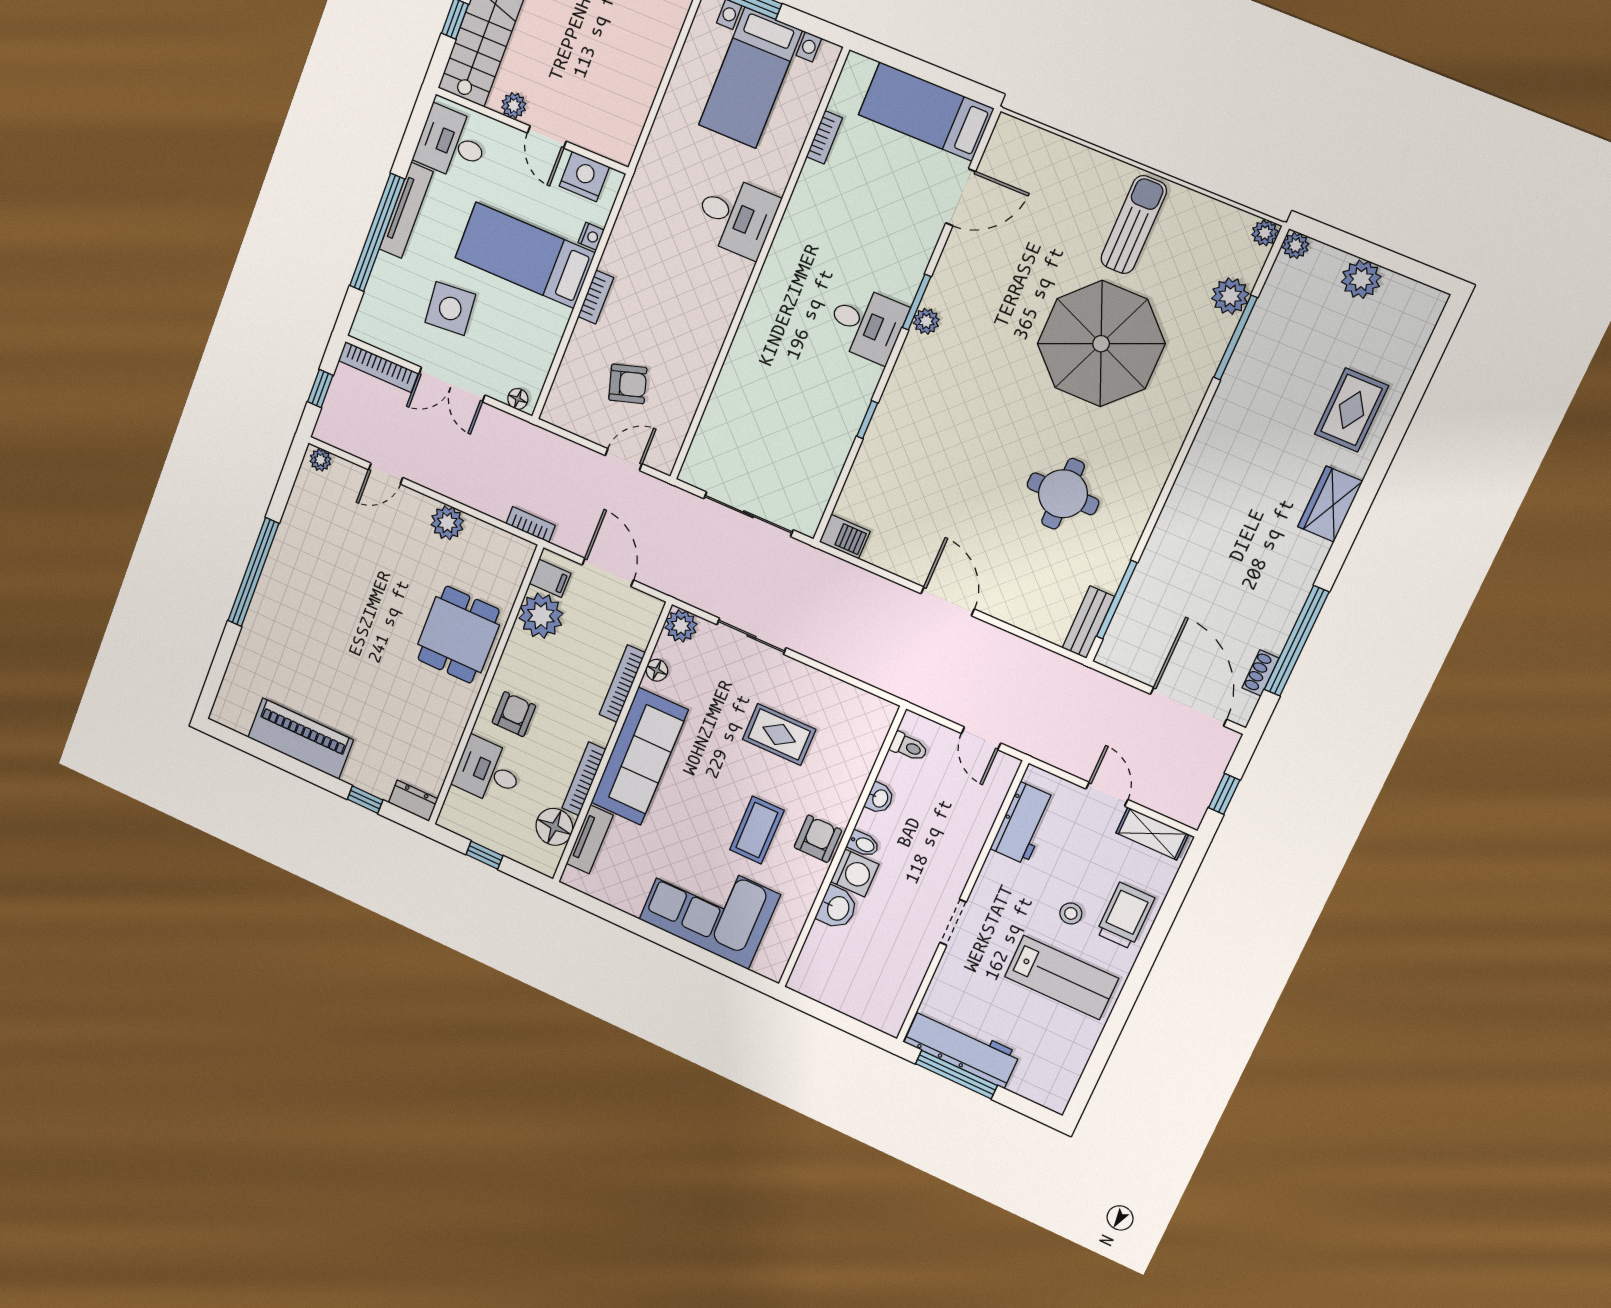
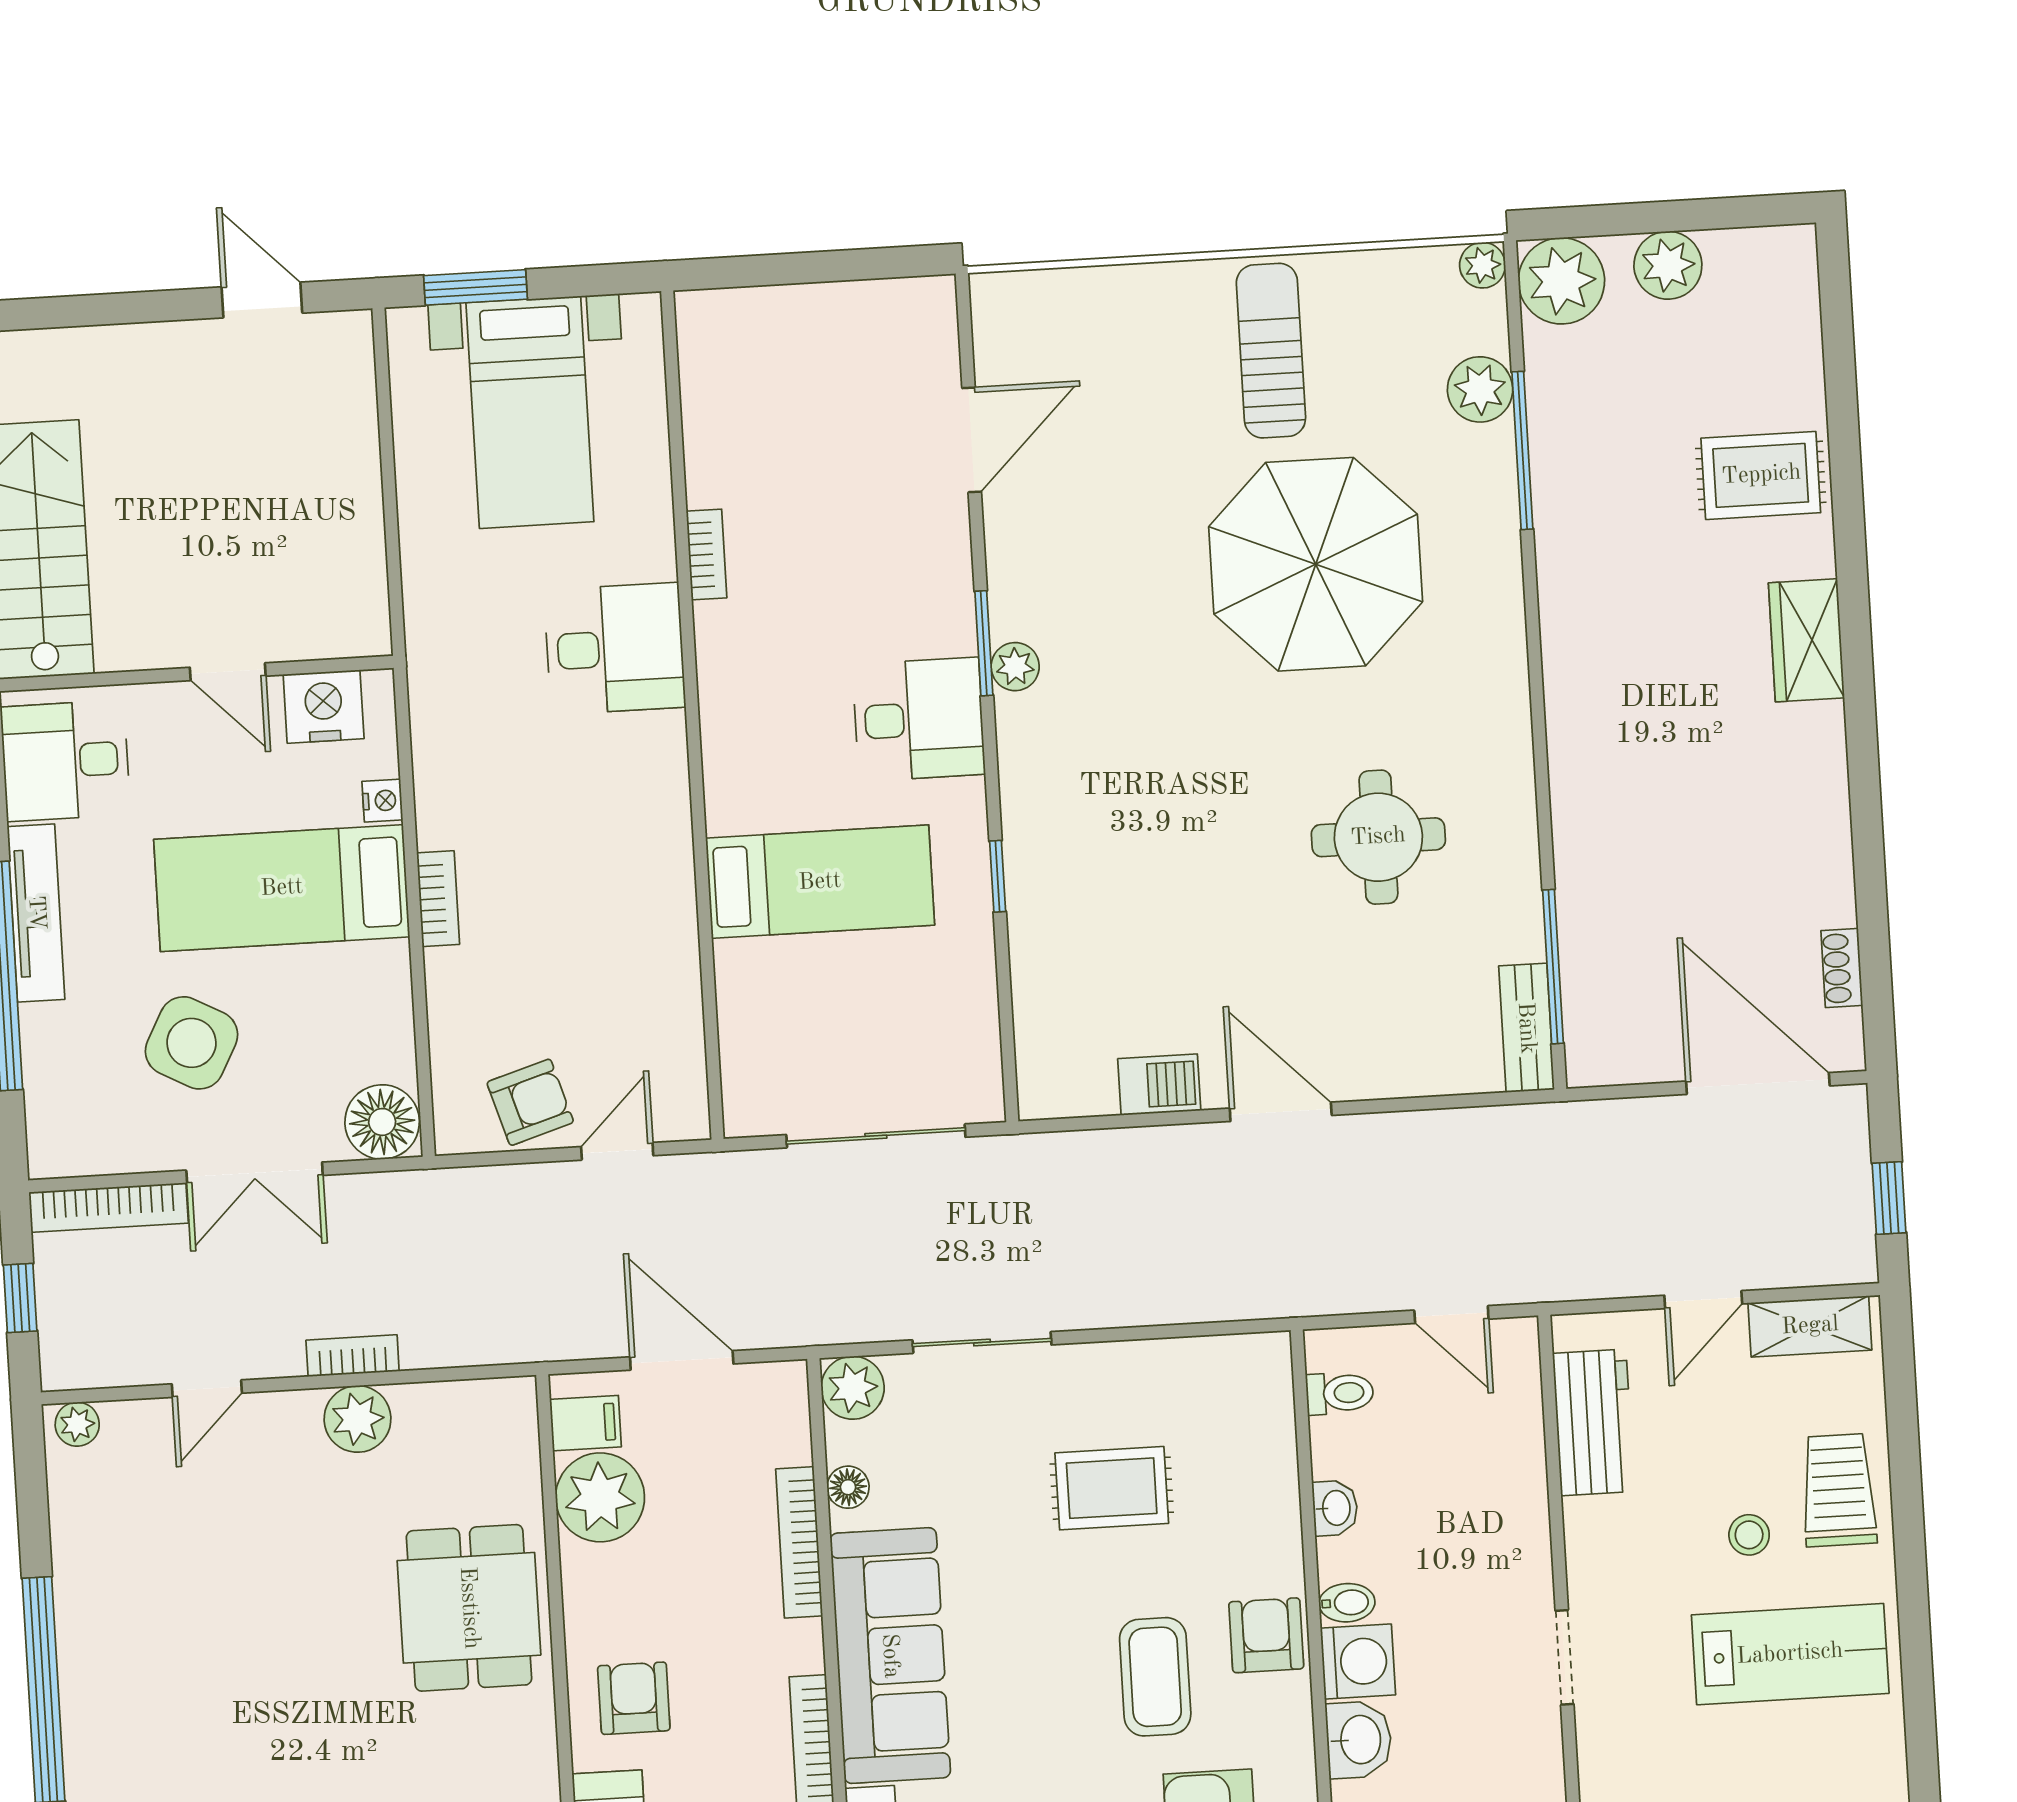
plant: (514, 106) -> (145, 646), removed
bed: (926, 112) -> (820, 882), moved, turned 180
bookcase: (824, 137) -> (707, 554), moved
plant: (1296, 246) -> (1561, 281), width x1.88, depth x1.88
side table: (450, 308) -> (191, 1043), turned 33
armchair: (628, 384) -> (530, 1102), moved
floor lamp: (518, 399) -> (382, 1122), width x1.89, depth x1.89
rug: (1351, 410) -> (1761, 475), turned 90
bookcase: (531, 525) -> (353, 1356), moved
barbecue: (845, 537) -> (1159, 1085), moved
window: (1297, 641) -> (1871, 886), removed
door: (1107, 794) -> (1703, 1300), swing flipped

